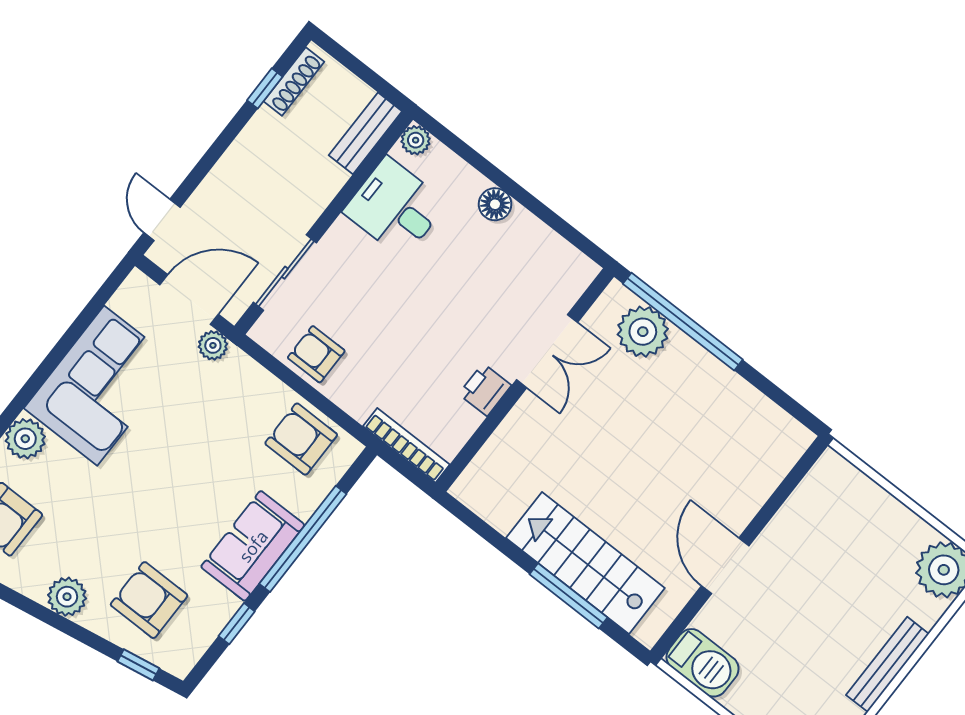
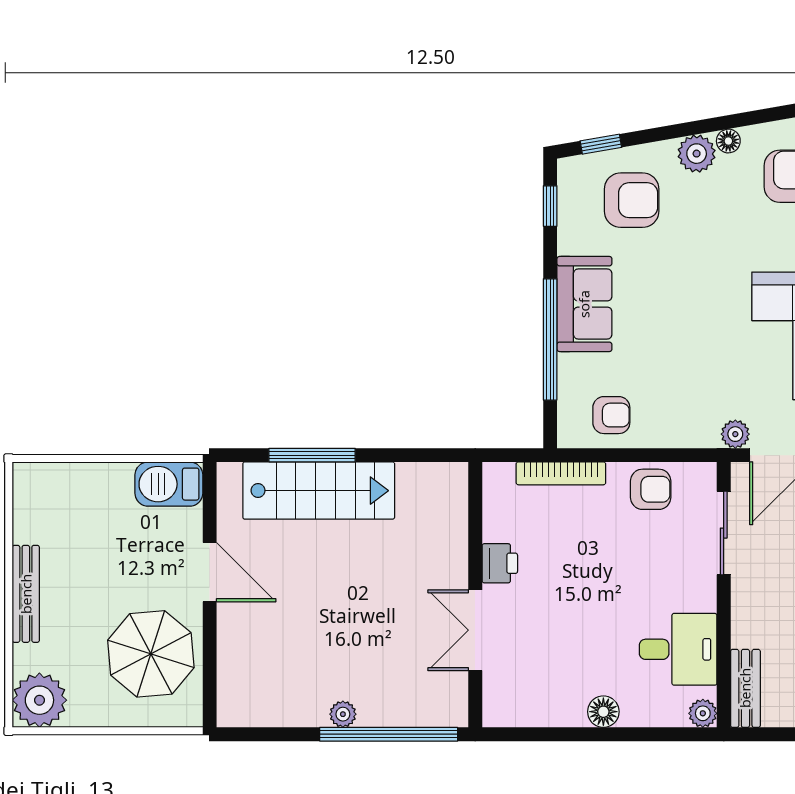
plant: (643, 332) -> (343, 714), moved, width x0.53, depth x0.53
armchair: (301, 439) -> (611, 415), width x0.72, depth x0.72
bookcase: (406, 445) -> (561, 473), moved
parasol: (824, 537) -> (151, 654), added
floor lamp: (33, 587) -> (728, 141), added
window: (237, 624) -> (550, 206), moved

